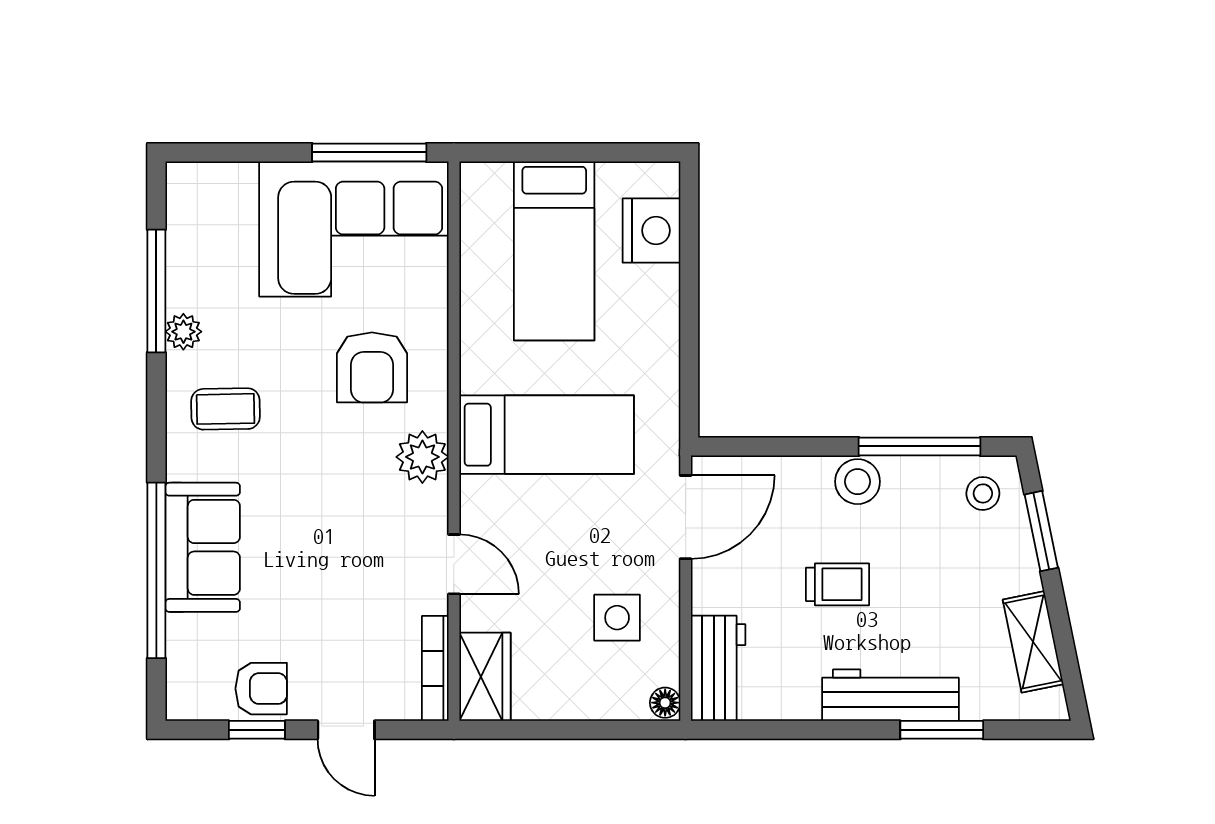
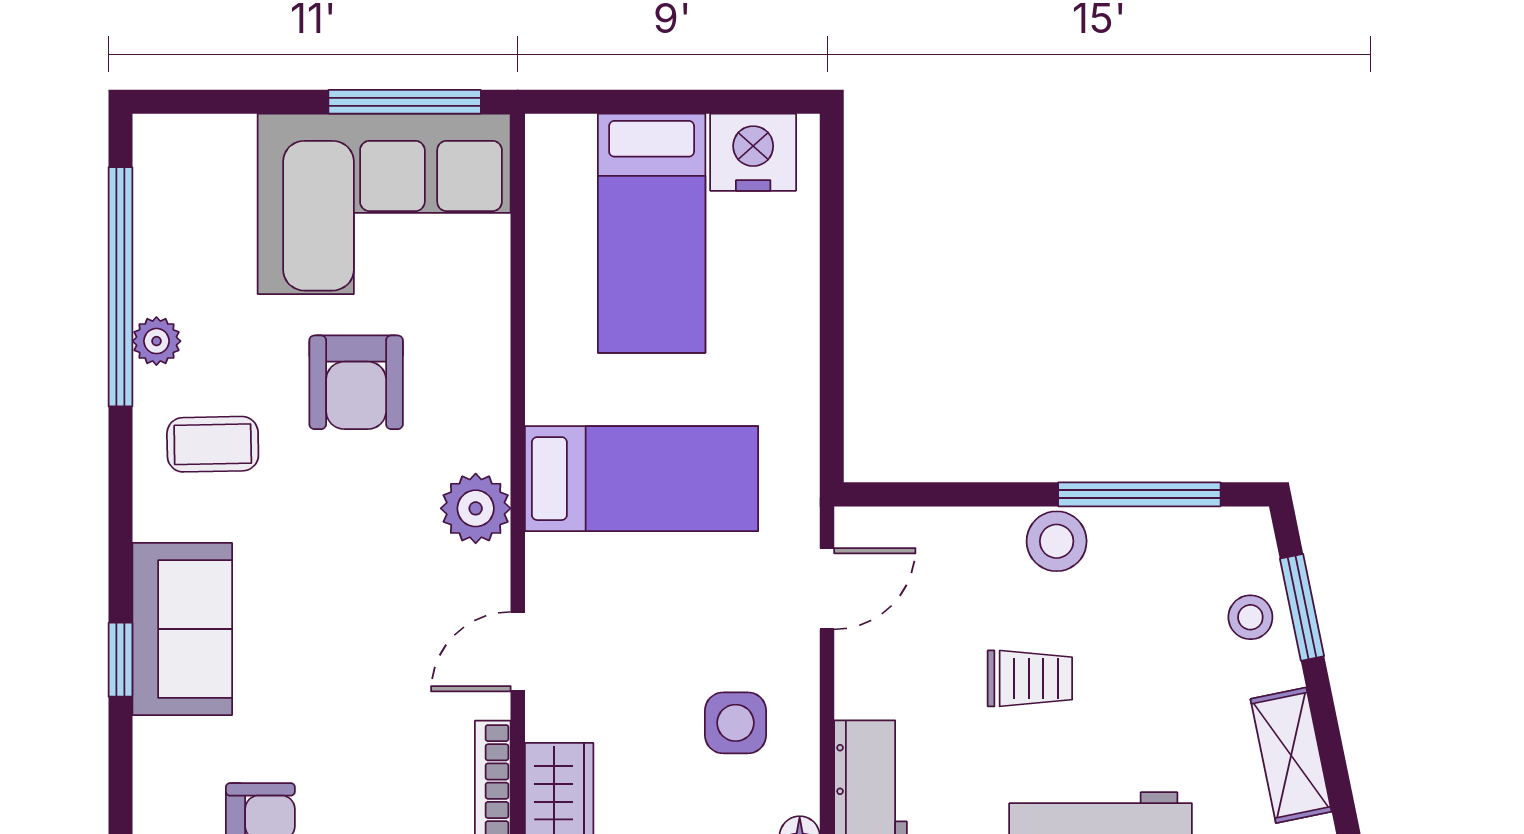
nightstand: (651, 230) -> (753, 152), moved, turned -90
window: (156, 291) -> (120, 287), width x1.46
armchair: (372, 367) -> (356, 382), moved
stool: (983, 493) -> (1250, 617), moved
door: (686, 517) -> (827, 589), width x0.73
door: (454, 564) -> (518, 652), swing flipped
window: (156, 570) -> (120, 660), width x0.32

